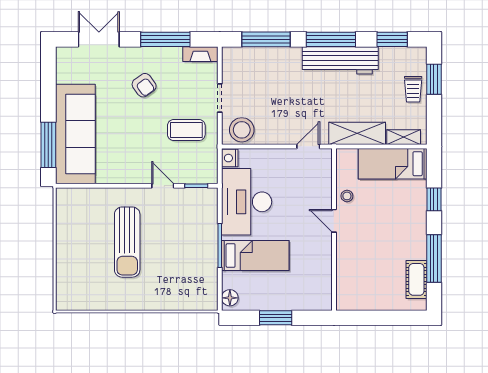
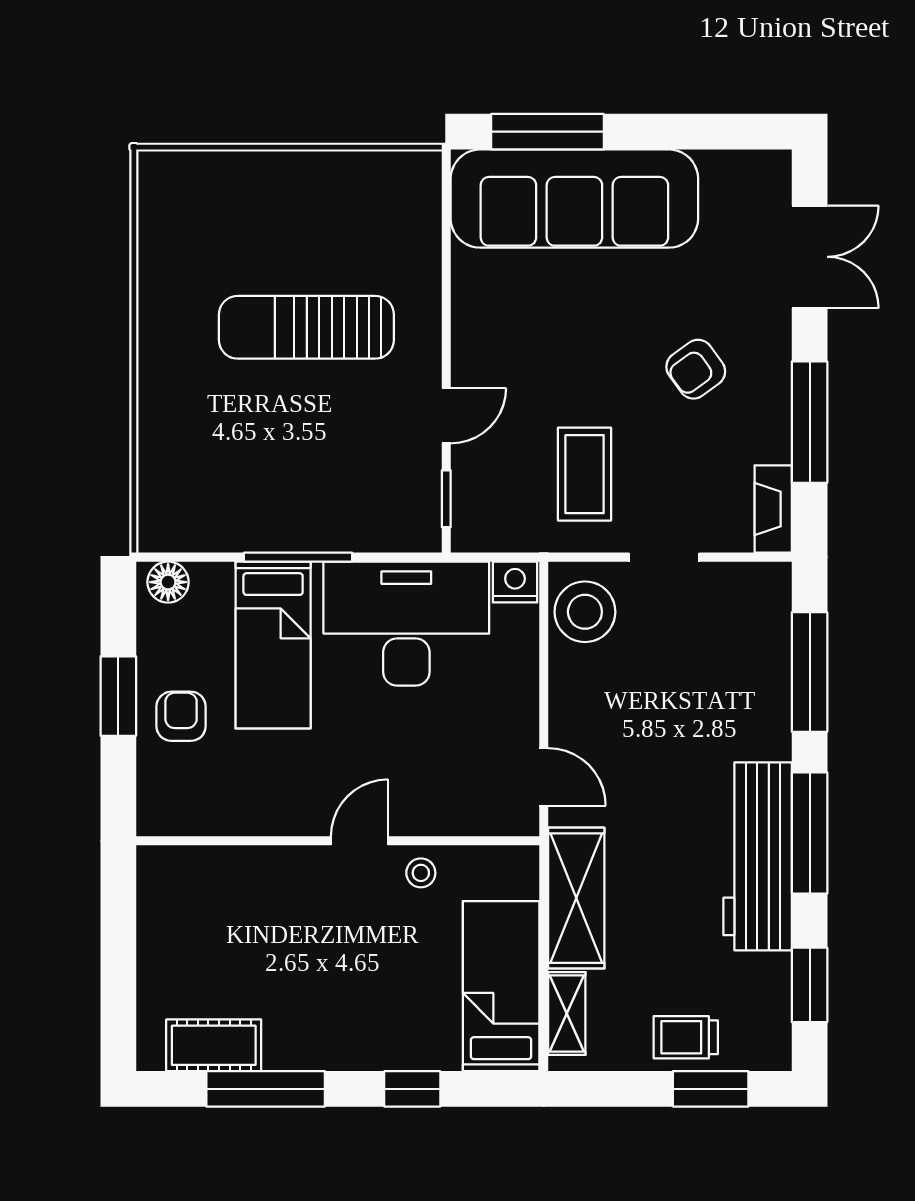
armchair: (284, 293) -> (181, 716), added

